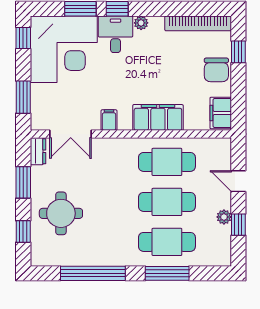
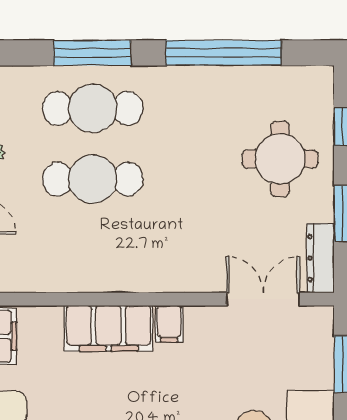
filing cabinet: (109, 120) -> (169, 324), moved
dresser: (38, 151) -> (321, 258), width x1.44
cafe table: (167, 162) -> (93, 250), removed

